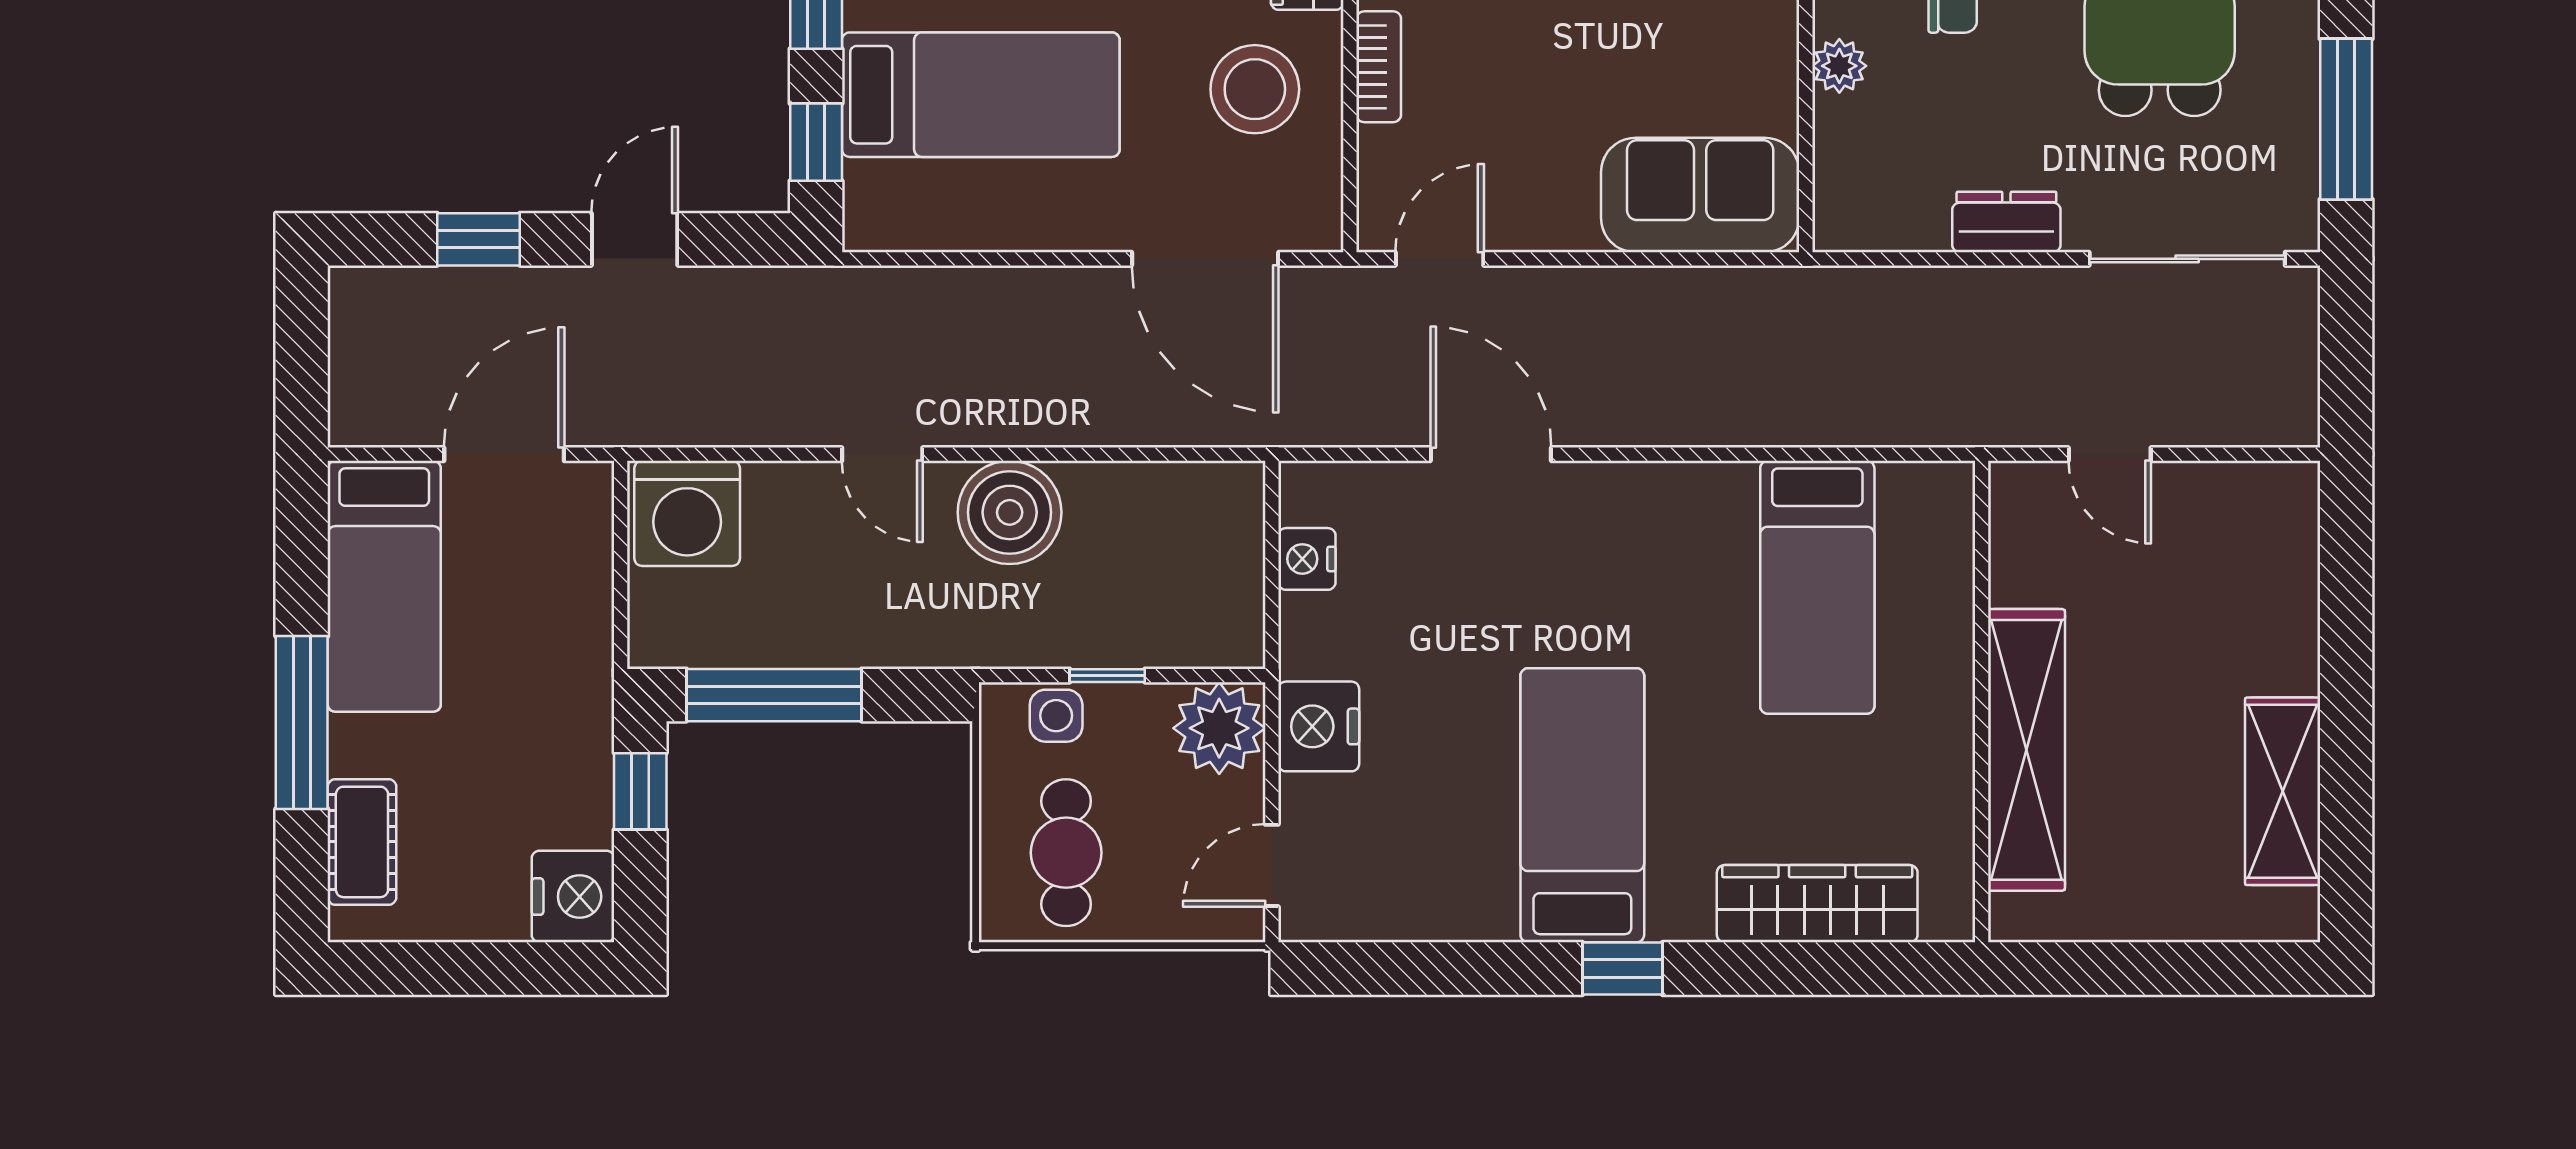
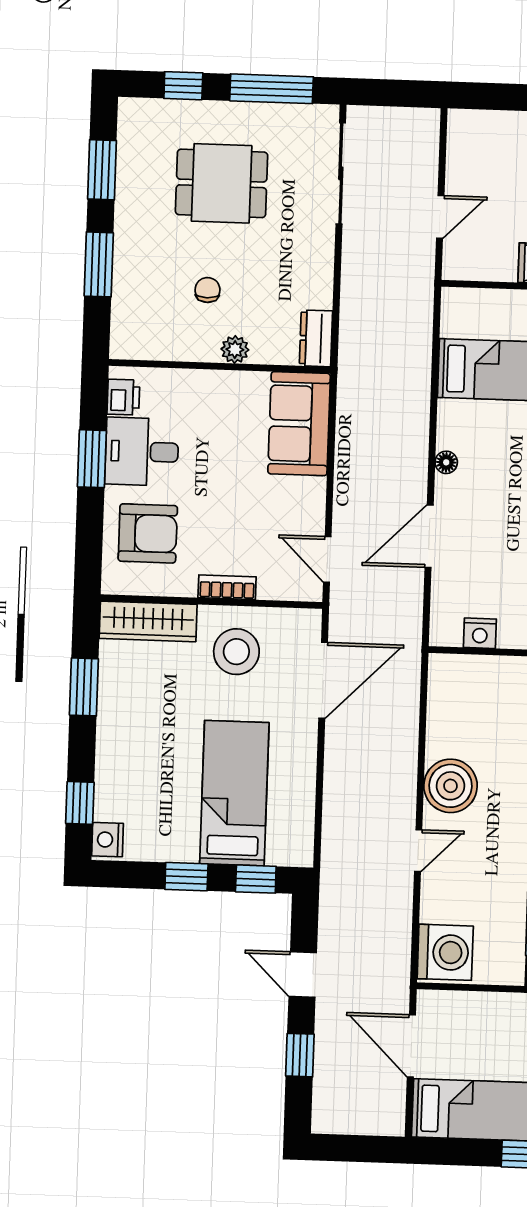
dresser: (2006, 222) -> (316, 338), moved
floor lamp: (1635, 482) -> (446, 462), added

